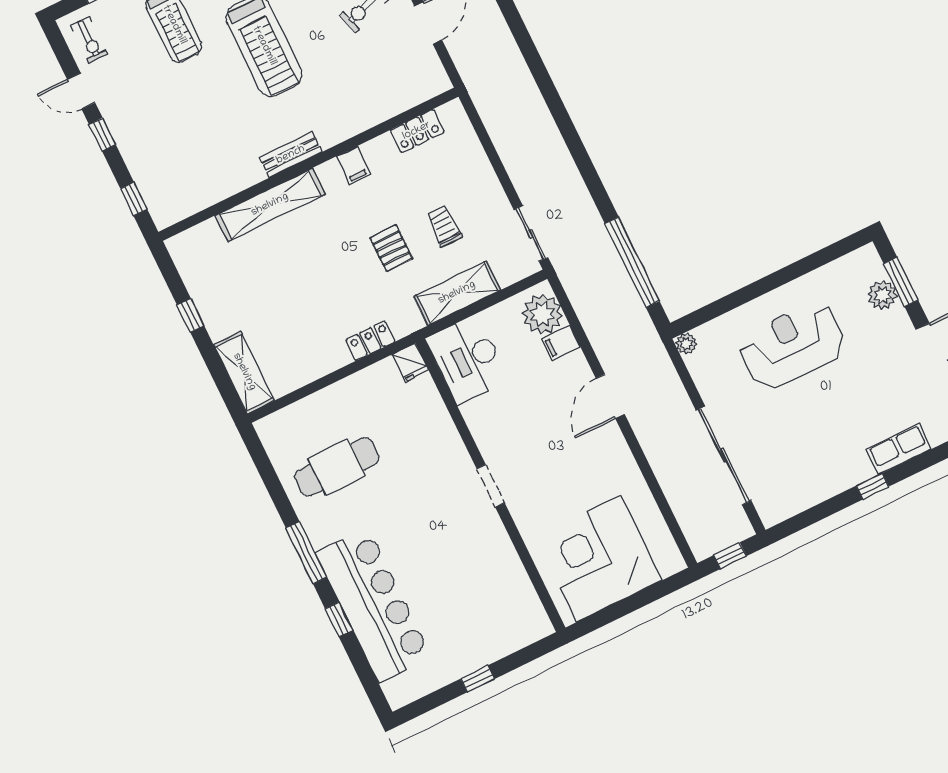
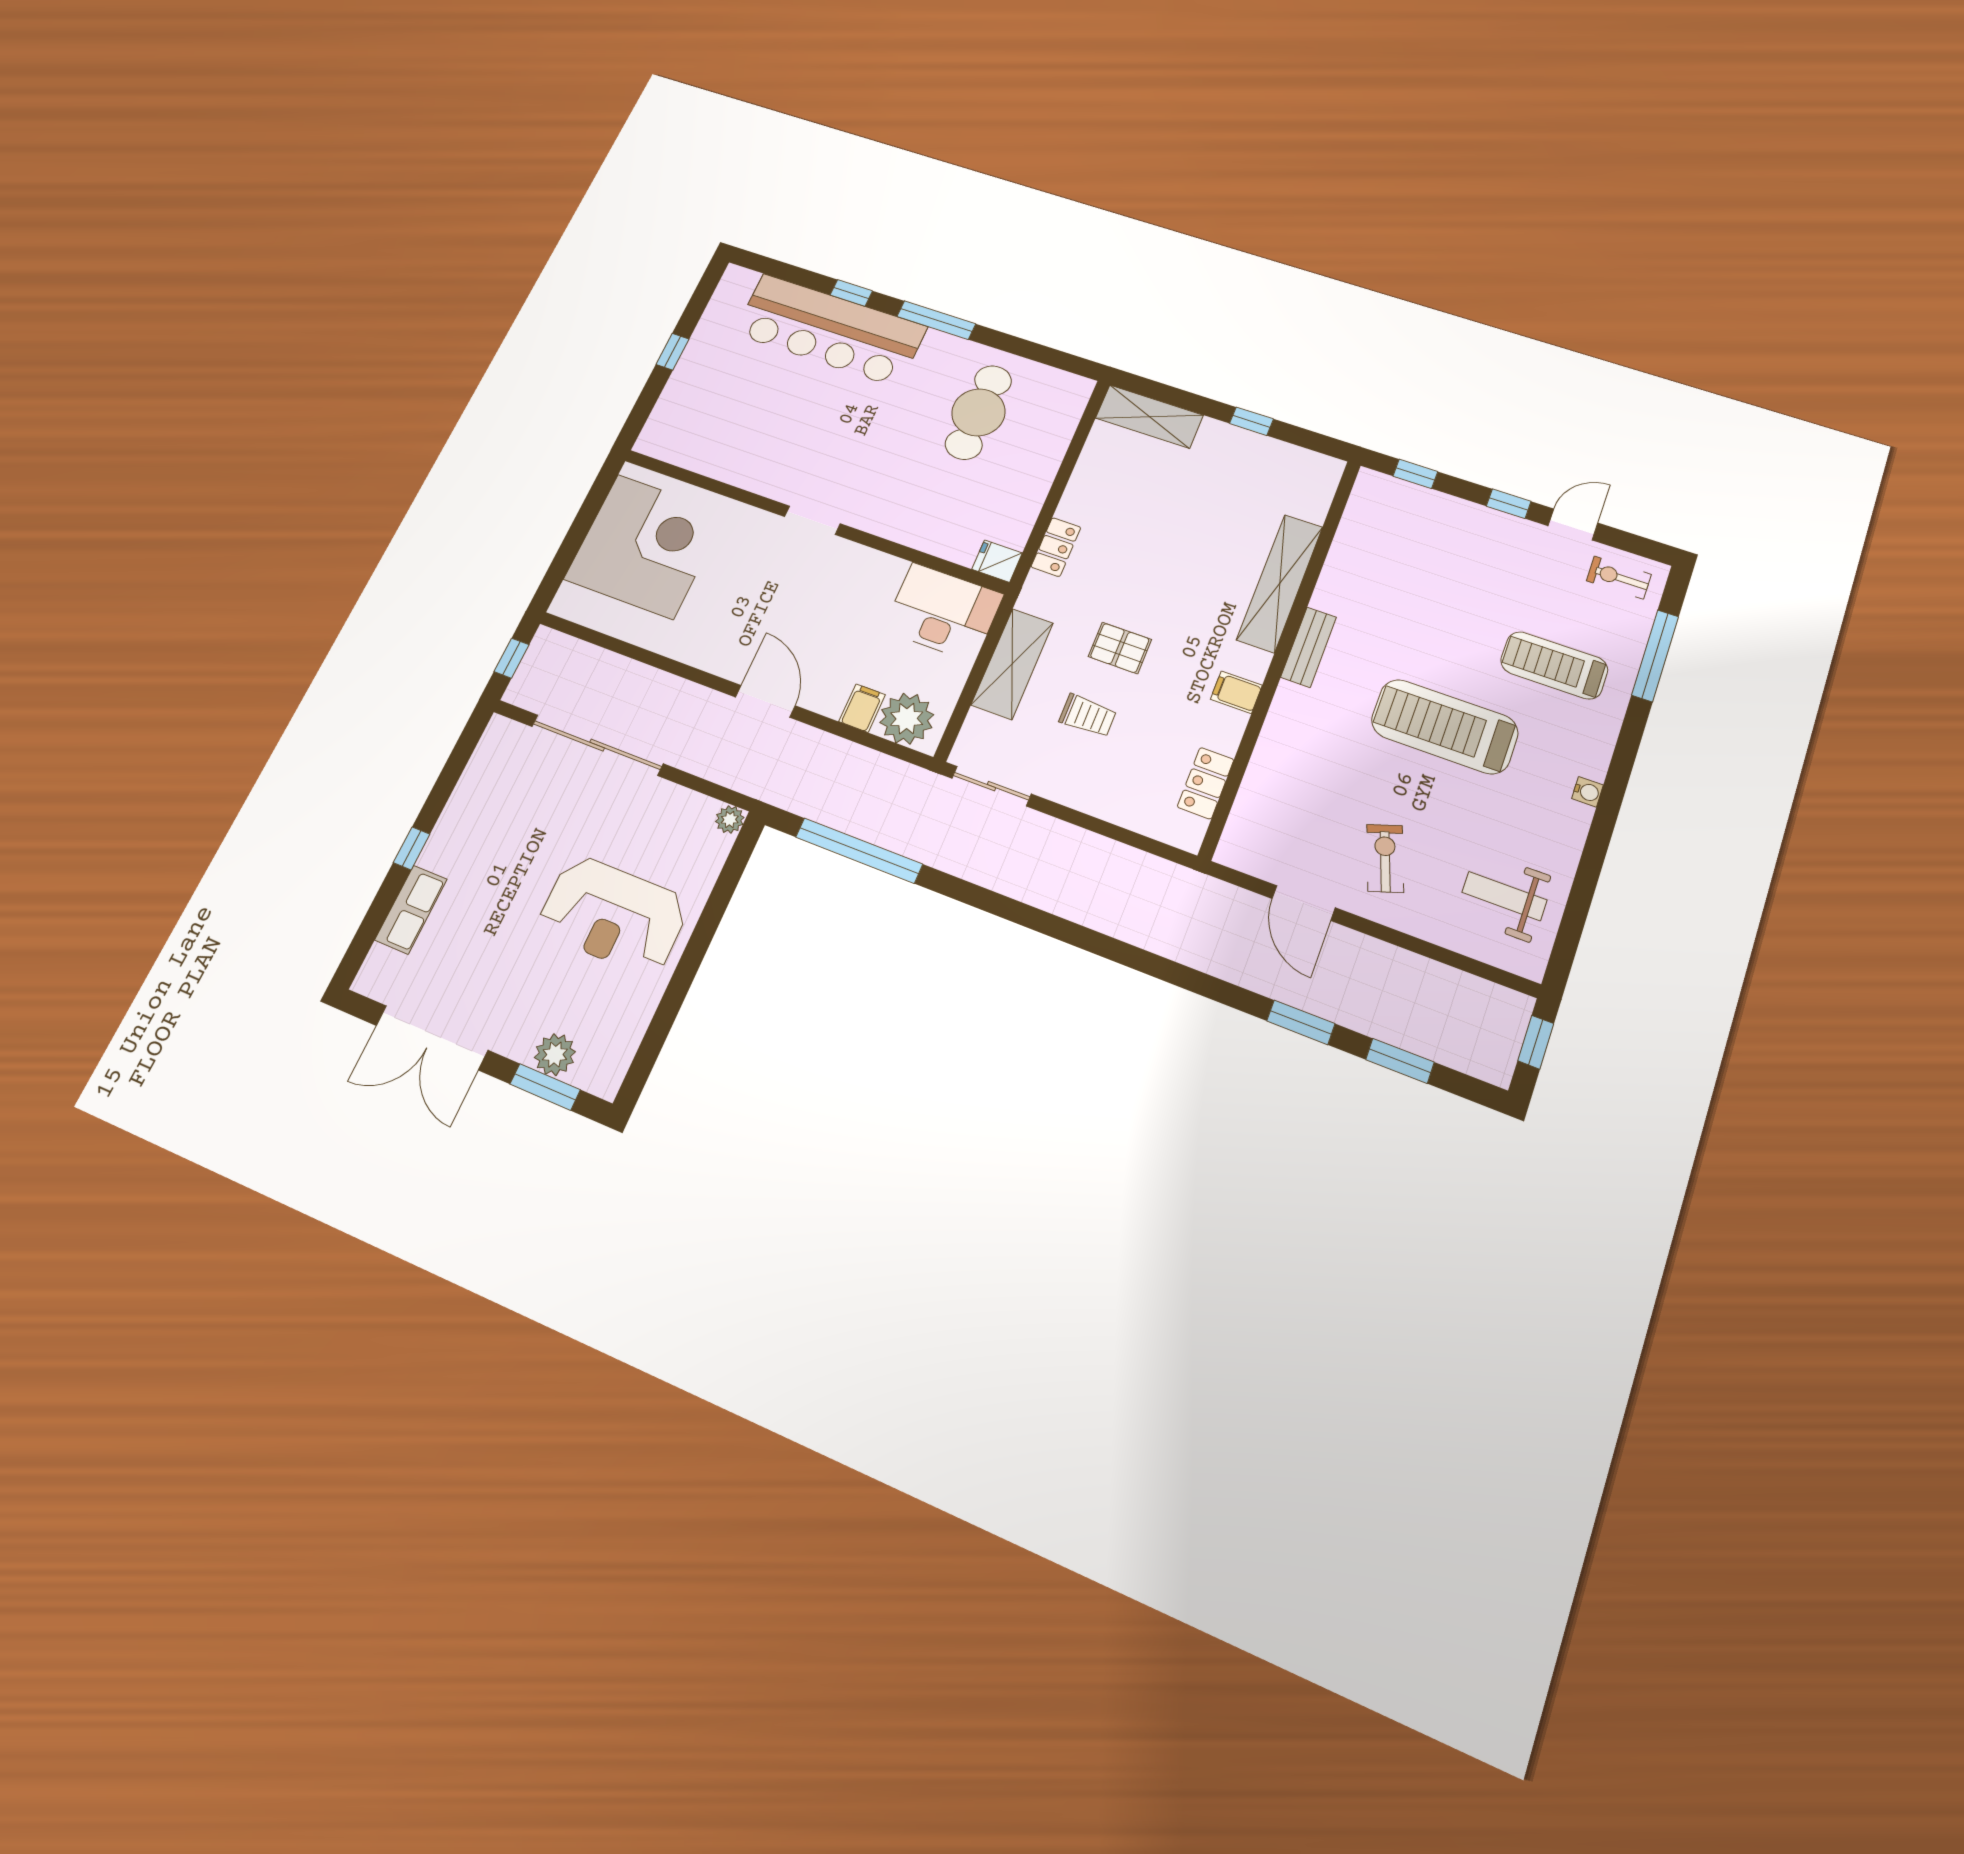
reception desk: (792, 346) -> (613, 915), turned 90

